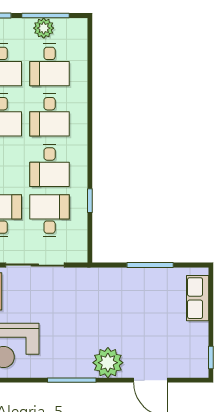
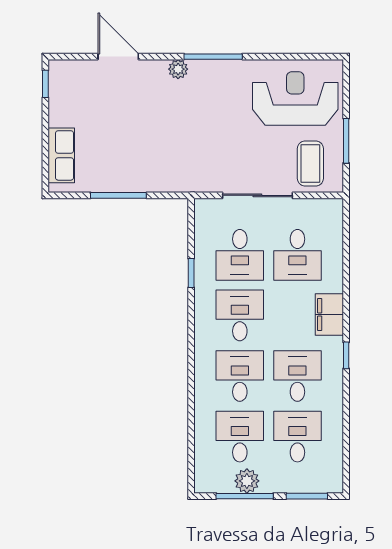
plant: (108, 363) -> (178, 69), width x0.53, depth x0.53

